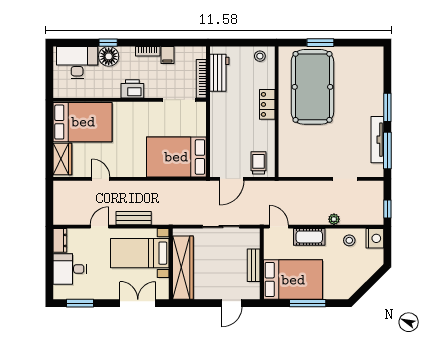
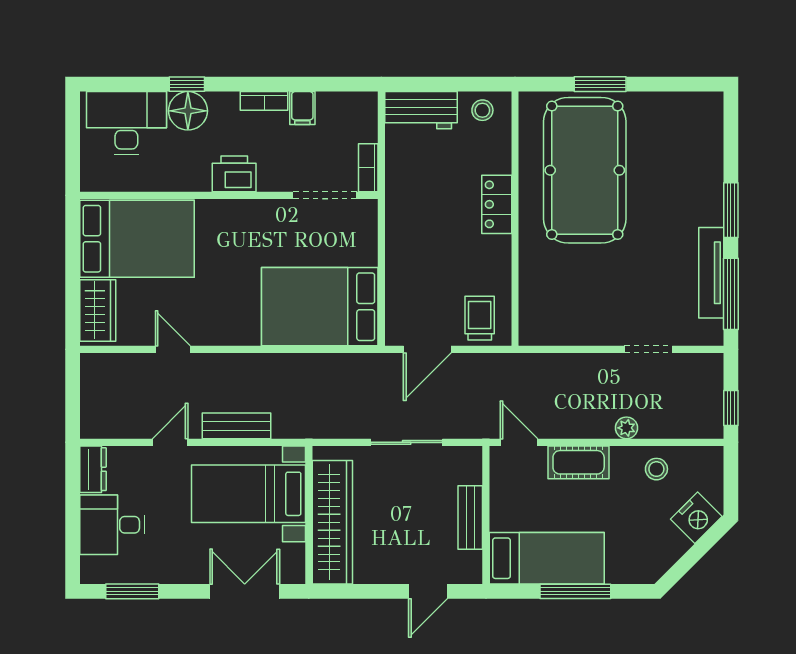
workbench: (219, 73) -> (421, 110), moved, turned 90
bookcase: (201, 79) -> (368, 168), width x0.64
nightstand: (375, 238) -> (696, 518), moved, turned 45
bed: (293, 280) -> (547, 558), width x0.67

